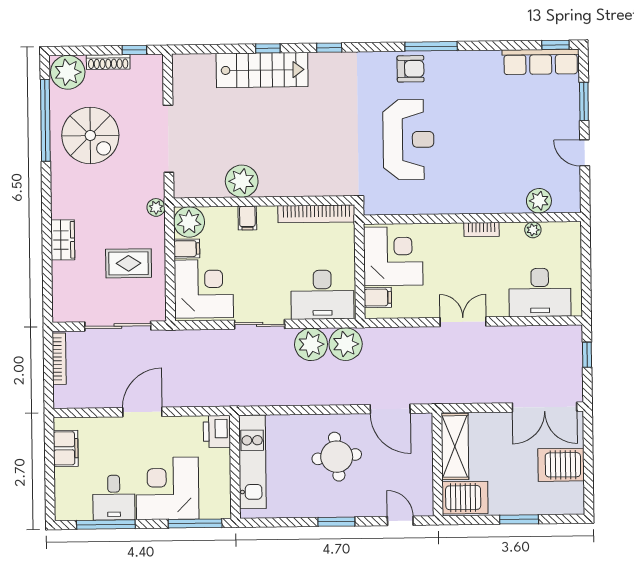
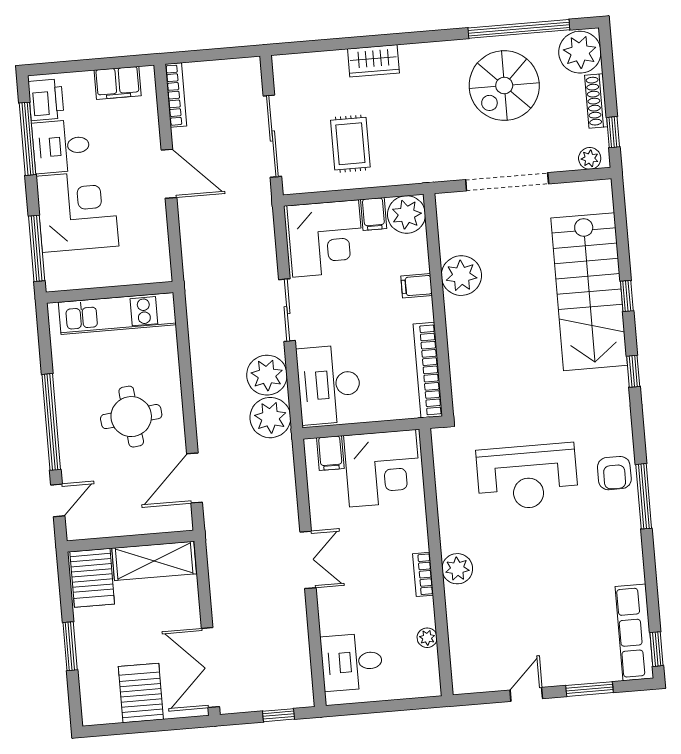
stairs: (262, 70) -> (589, 292), width x1.36, depth x1.51
plant: (539, 201) -> (457, 569), moved
plant: (156, 207) -> (590, 158), moved
desk: (540, 292) -> (352, 662), width x0.73
bookcase: (59, 359) -> (176, 95), moved, turned -90
printer: (217, 432) -> (46, 100), moved, turned 90
window: (336, 522) -> (51, 422), width x2.11

